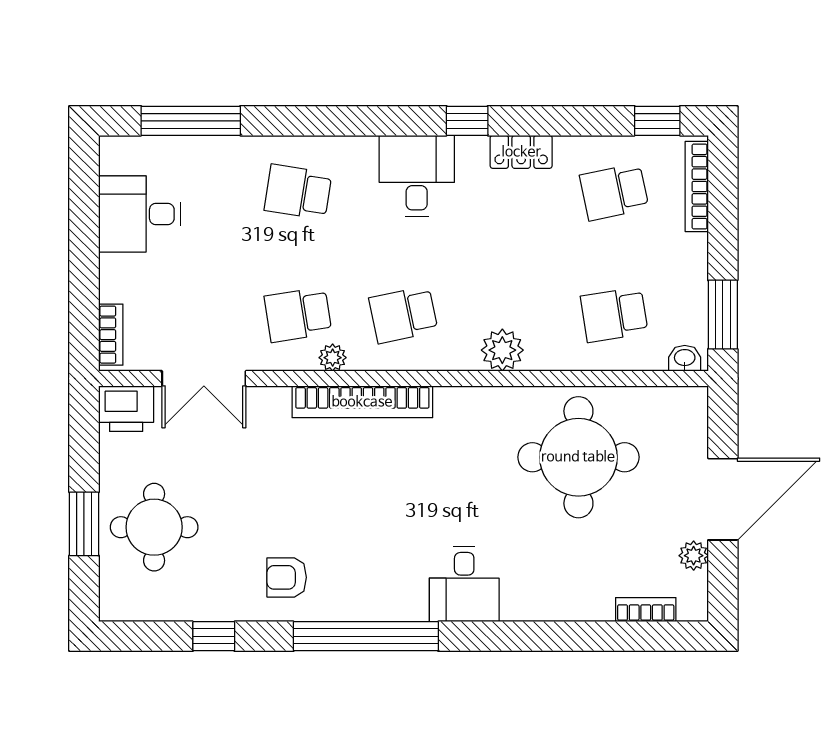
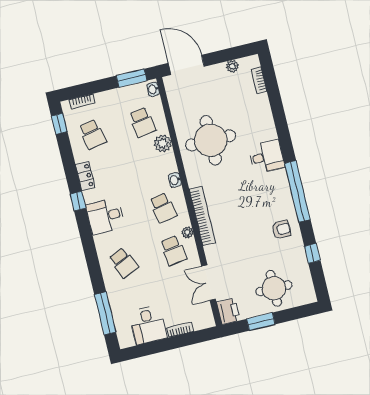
bookcase: (697, 186) -> (82, 101), width x0.64
school desk: (298, 192) -> (123, 263), turned -33
bookcase: (111, 335) -> (180, 330), moved
plant: (502, 350) -> (163, 143), moved
washbasin: (462, 358) -> (175, 180), added
double door: (204, 378) -> (209, 283), swing flipped
round table: (578, 457) -> (211, 140), moved
door: (723, 499) -> (186, 65), moved
window: (84, 524) -> (261, 322), moved
armchair: (287, 577) -> (281, 229), turned -90

